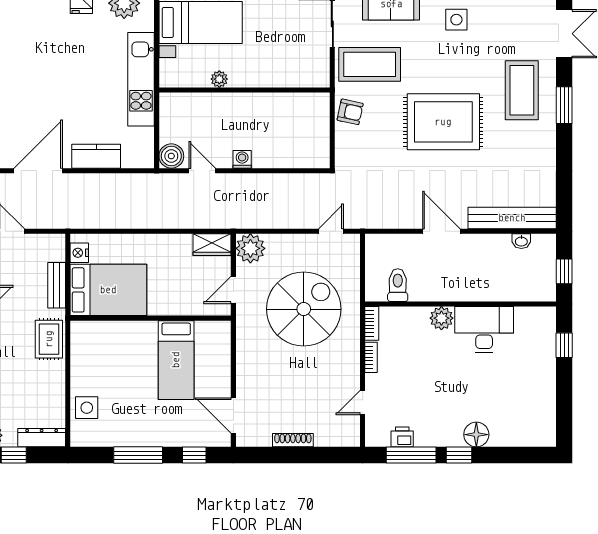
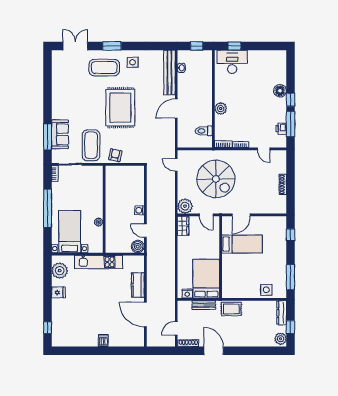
side table: (456, 20) -> (133, 62), moved
door: (202, 171) -> (145, 231), hinge flipped
spiral stairs: (304, 309) -> (216, 179), turned 180
desk: (484, 329) -> (232, 62), moved, turned 90
door: (233, 415) -> (241, 215), moved
window: (138, 455) -> (290, 277), moved

